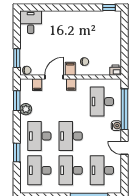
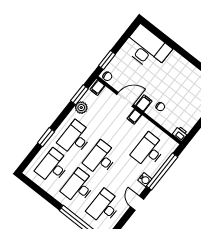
desk: (31, 22) -> (147, 48), width x1.87, depth x1.30
filing cabinet: (37, 85) -> (97, 88), moved

